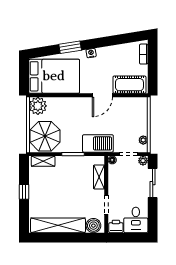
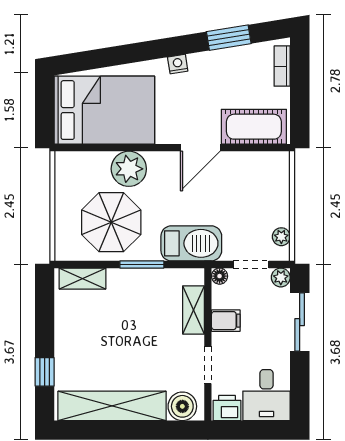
window: (70, 47) -> (229, 38), moved
plant: (38, 106) -> (129, 169), moved
parasol: (45, 136) -> (111, 222), moved
filing cabinet: (115, 182) -> (226, 321), added
window: (24, 192) -> (45, 372), moved

